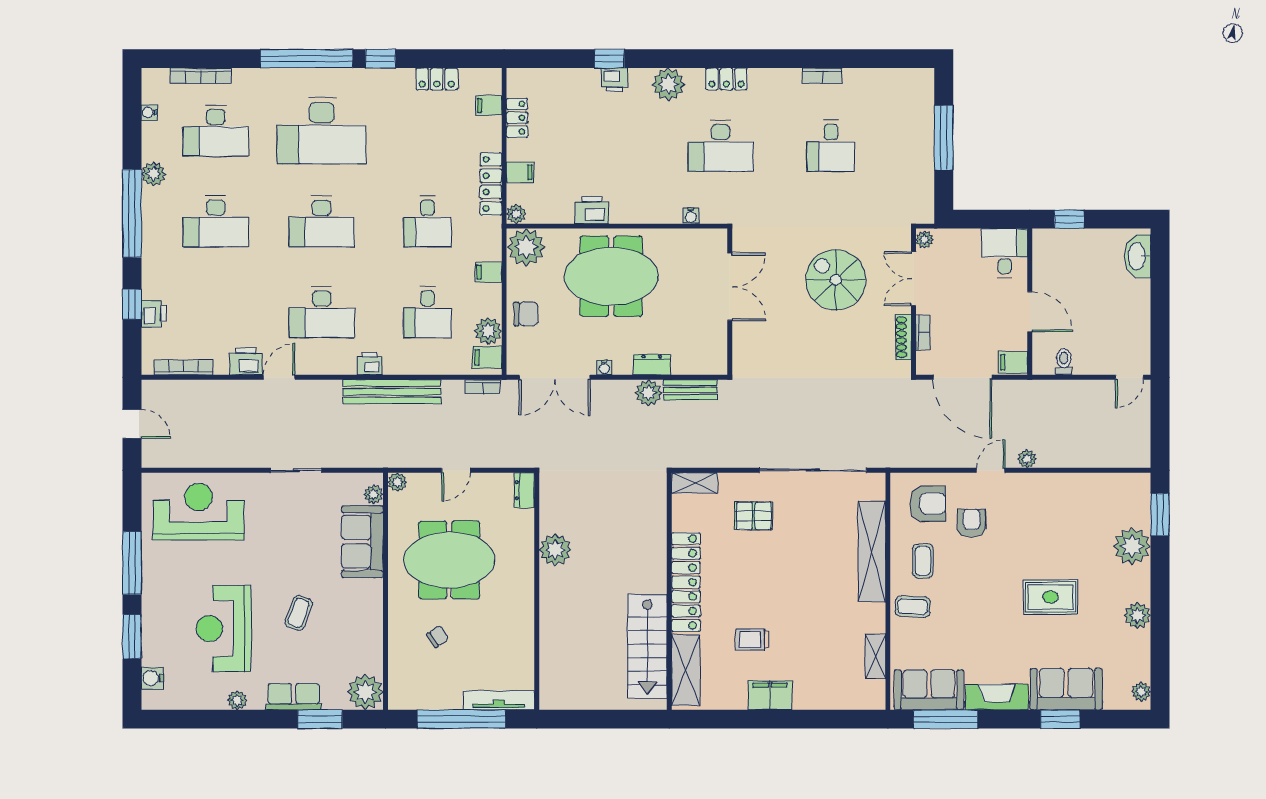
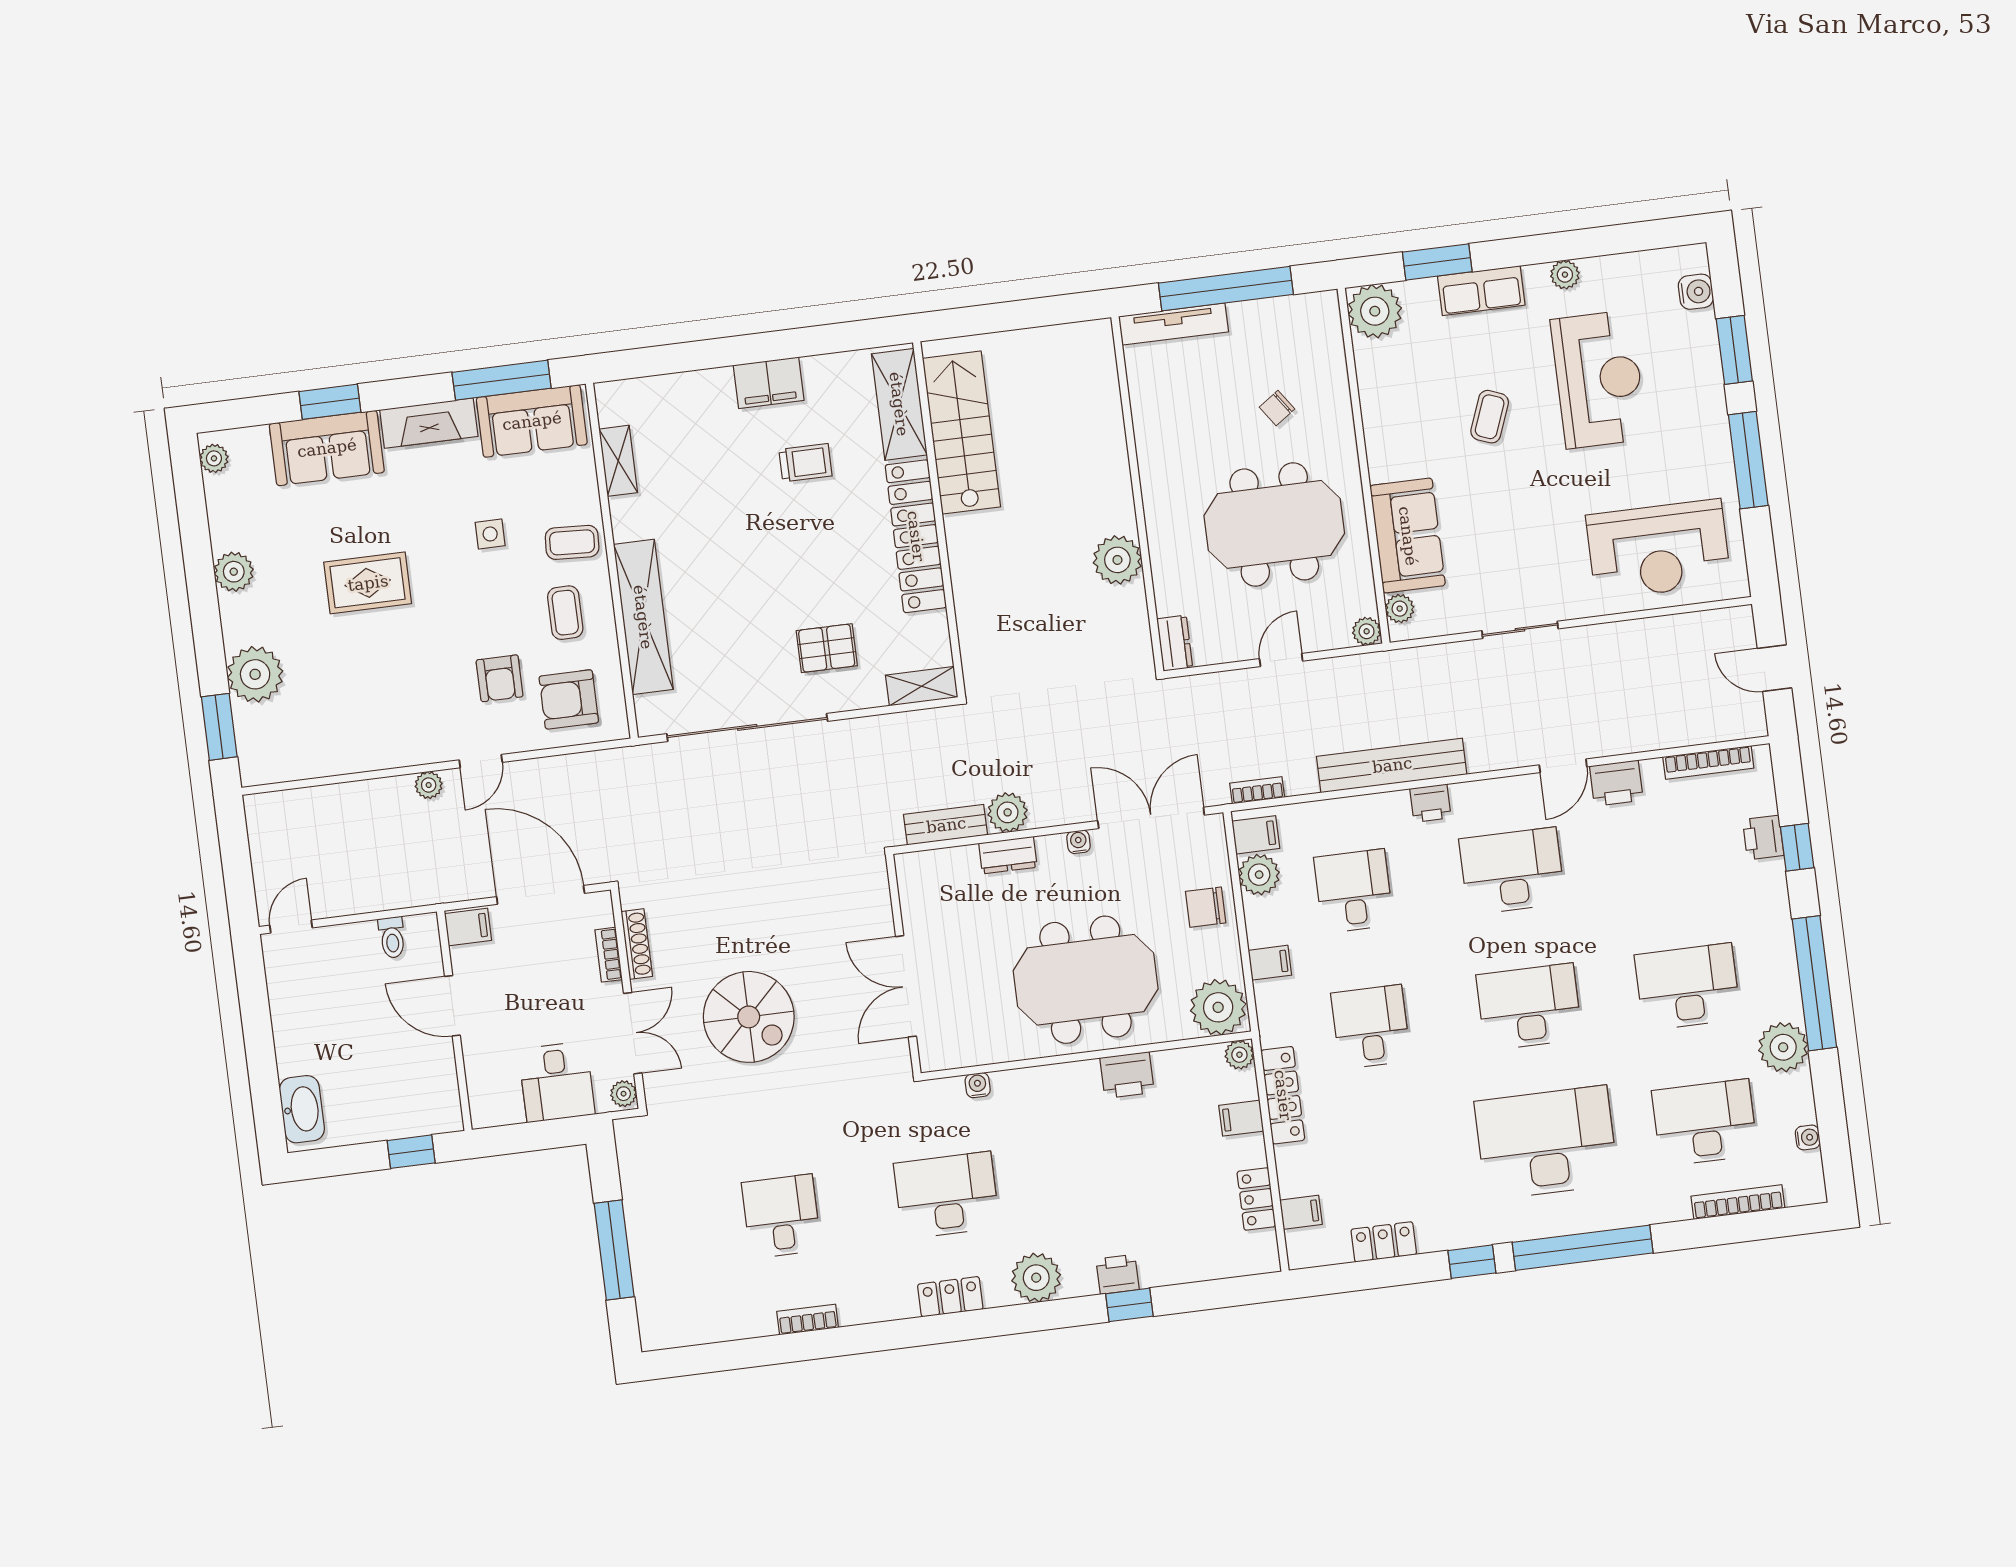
plant: (153, 174) -> (1783, 1047), width x1.36, depth x1.36
desk: (1005, 253) -> (557, 1082), moved
side table: (966, 619) -> (490, 534), added

